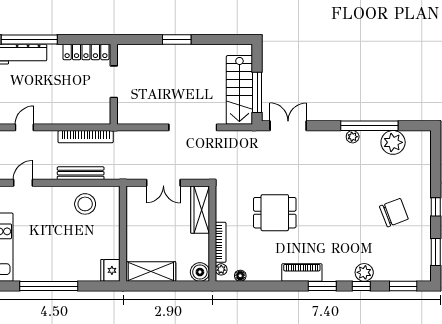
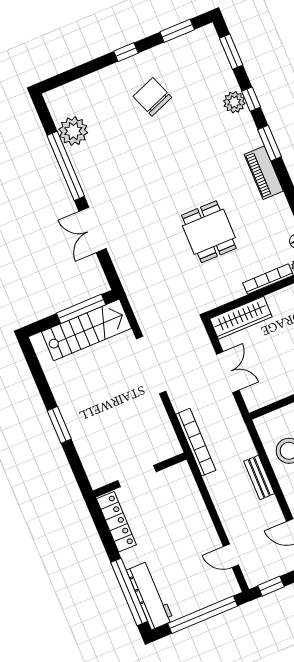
double door: (288, 126) -> (93, 230), moved
bookcase: (86, 137) -> (196, 442), moved
plant: (353, 137) -> (86, 180), removed
bench: (81, 173) -> (259, 477), width x0.73

